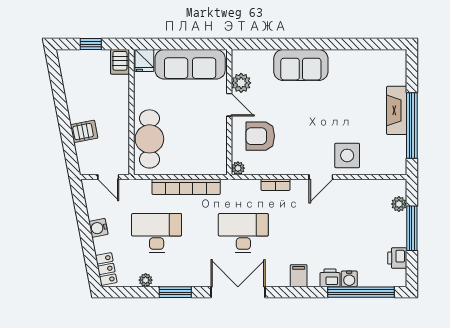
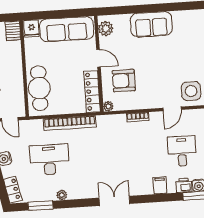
plant: (241, 83) -> (106, 29), moved
locker: (218, 148) -> (92, 91), added
desk: (243, 233) -> (182, 151), moved, width x0.73
plant: (146, 280) -> (62, 195), moved
window: (175, 292) -> (40, 206), moved
double door: (238, 292) -> (114, 201), width x0.73

